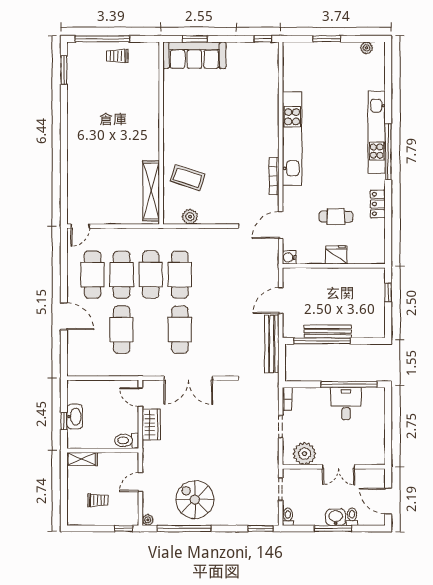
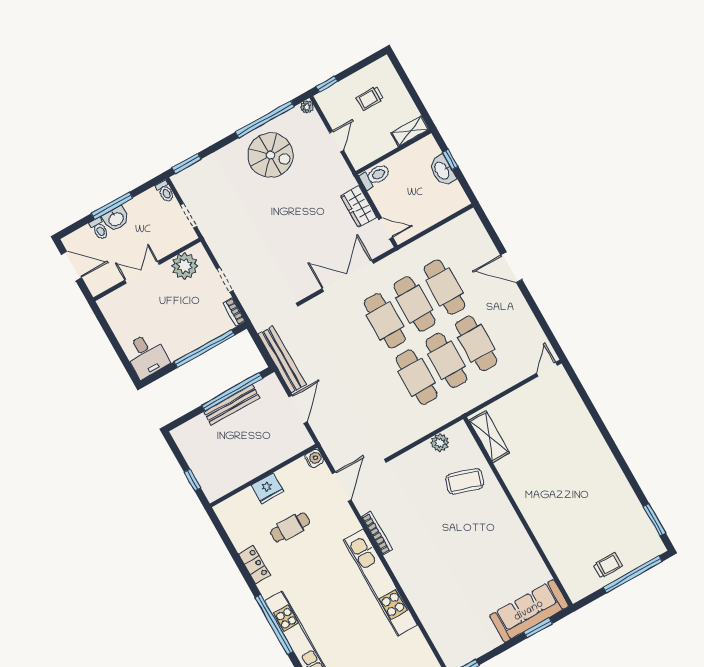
shelving: (151, 191) -> (489, 437), width x0.68
cafe table: (93, 275) -> (414, 304), moved
window: (349, 384) -> (204, 349), moved
desk: (346, 404) -> (146, 355), moved

